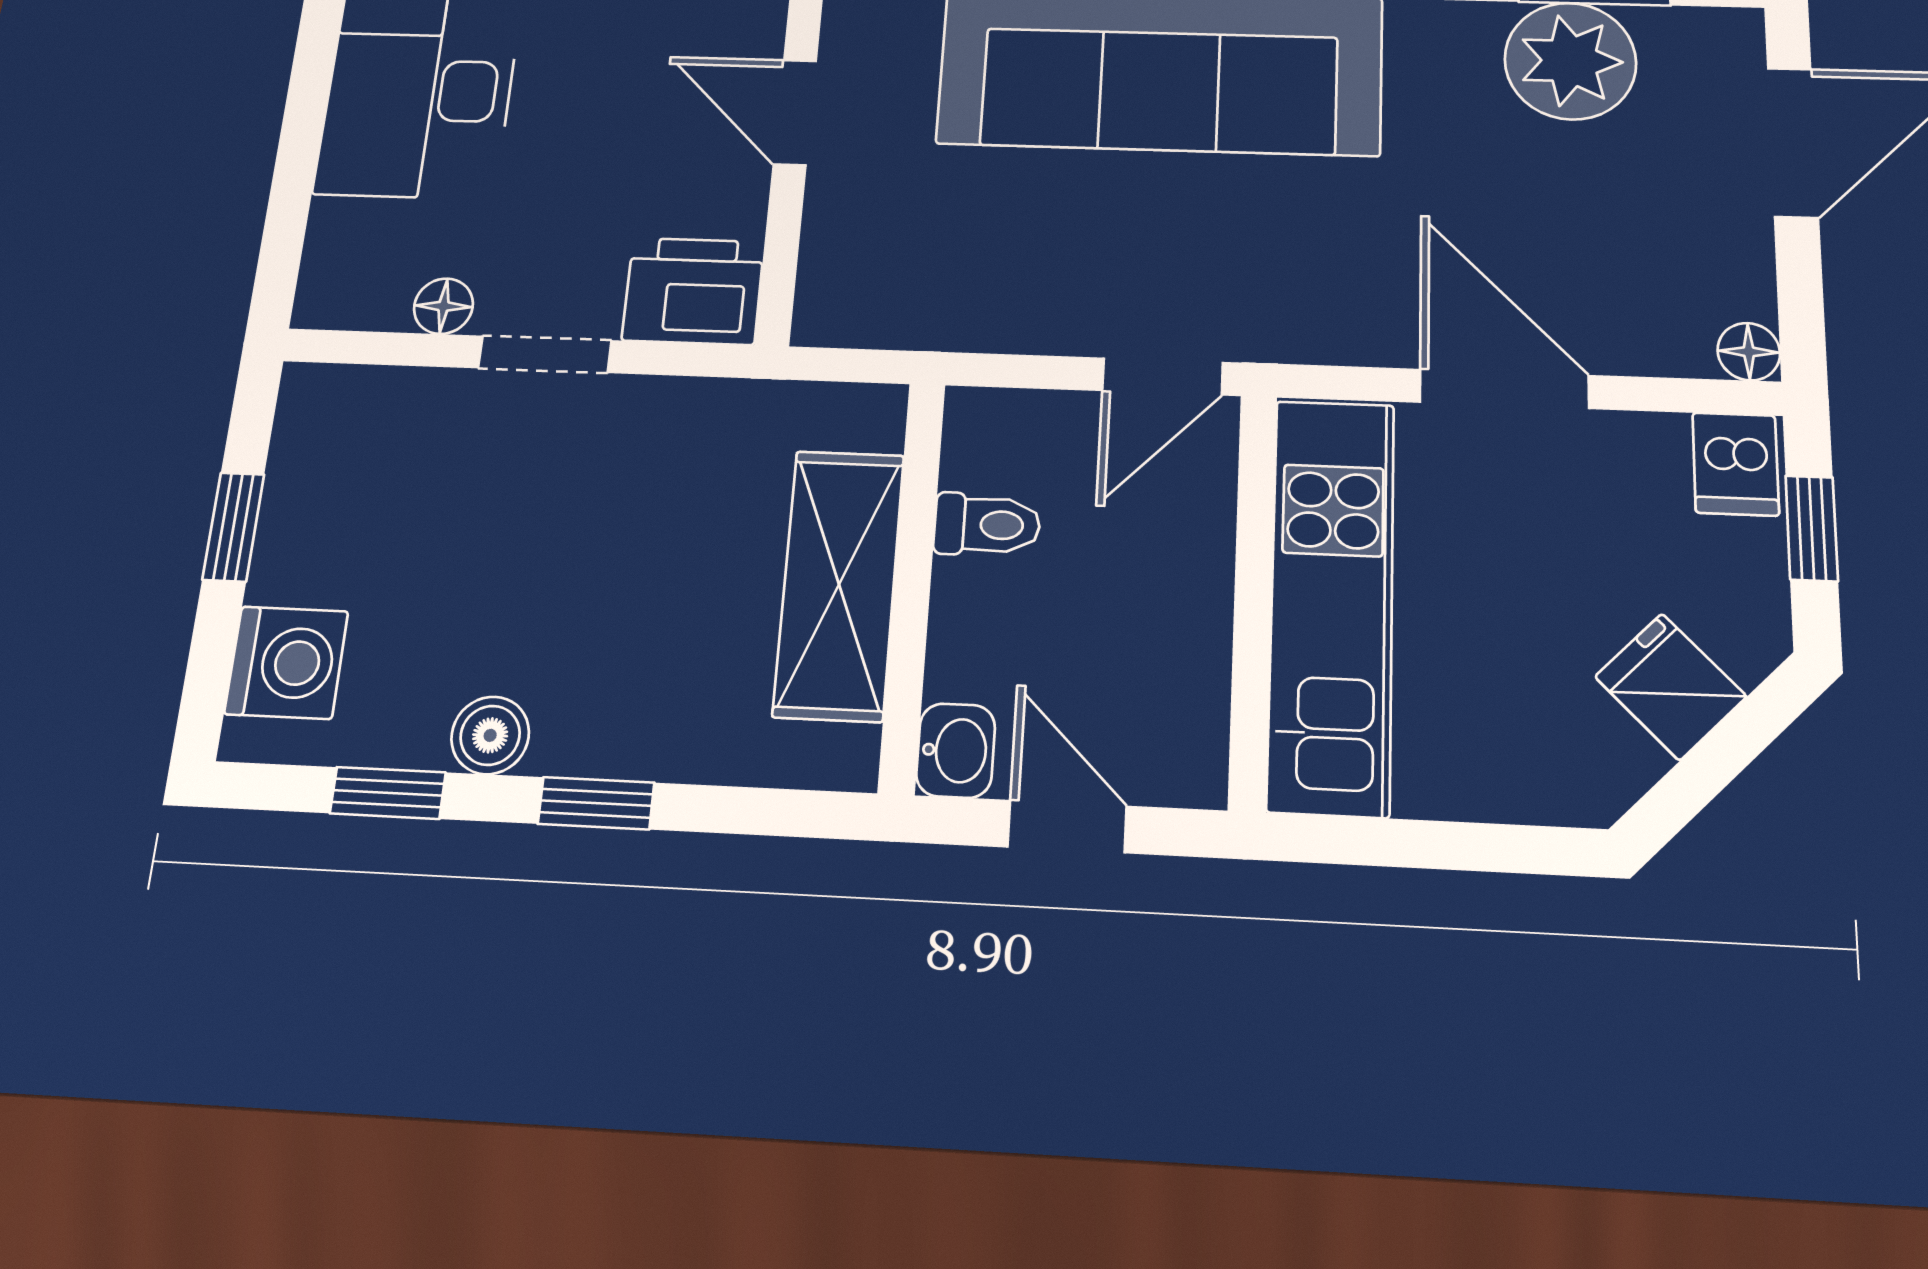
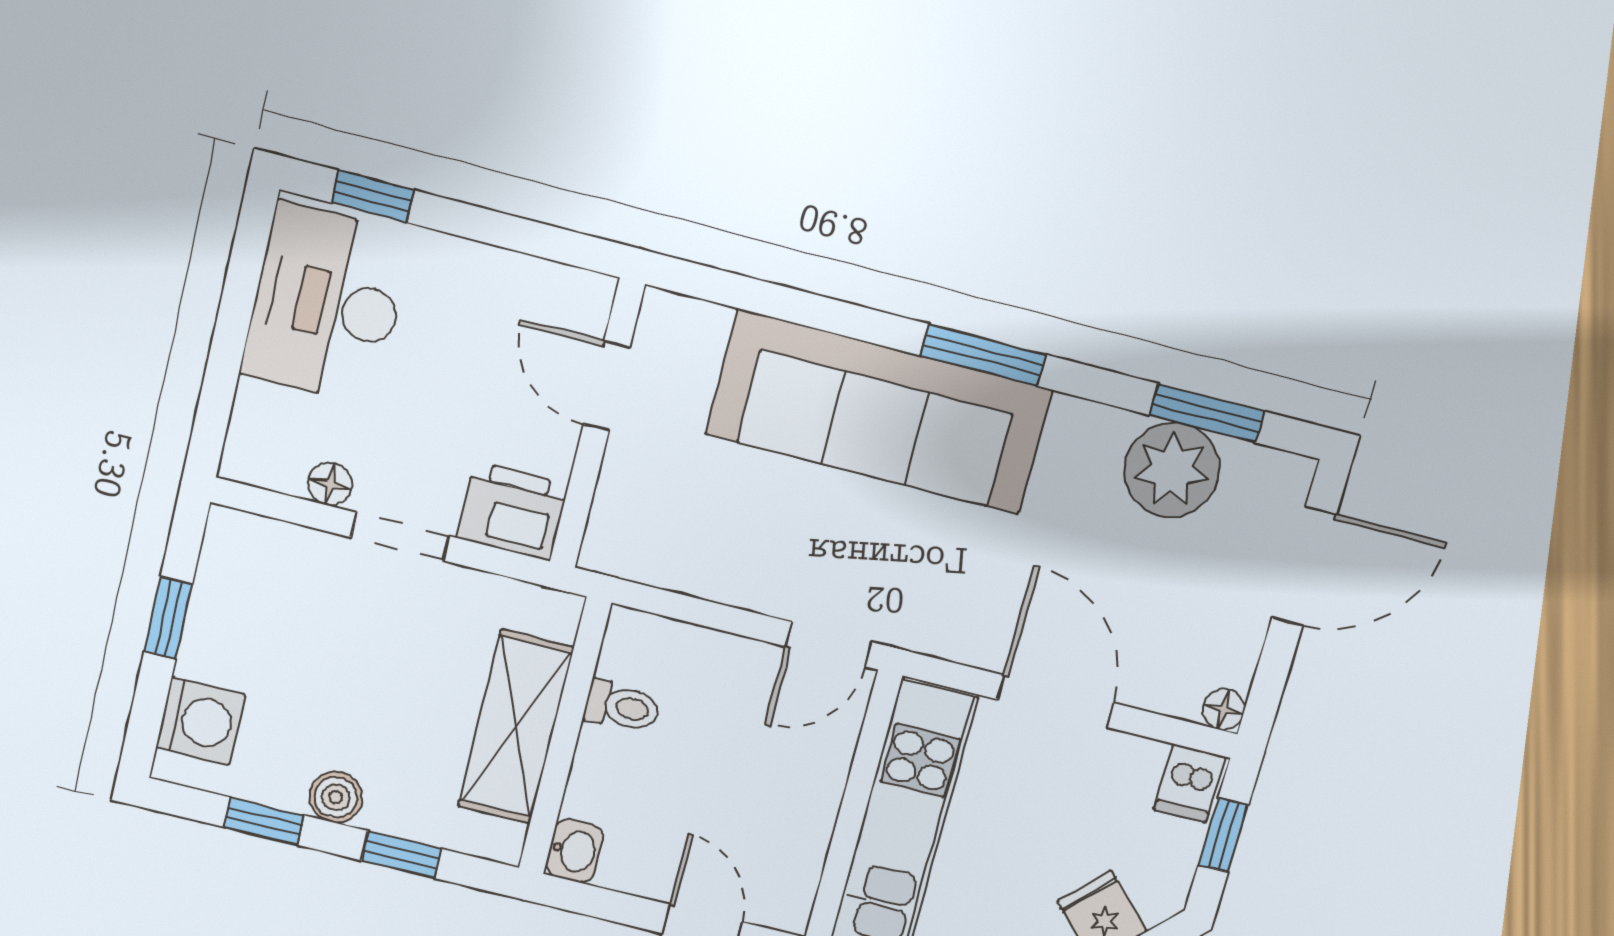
toilet: (987, 525) -> (622, 707), moved
shelving: (839, 584) -> (516, 727), moved
wall: (912, 584) -> (565, 736), moved
washbasin: (956, 751) -> (575, 851), moved

